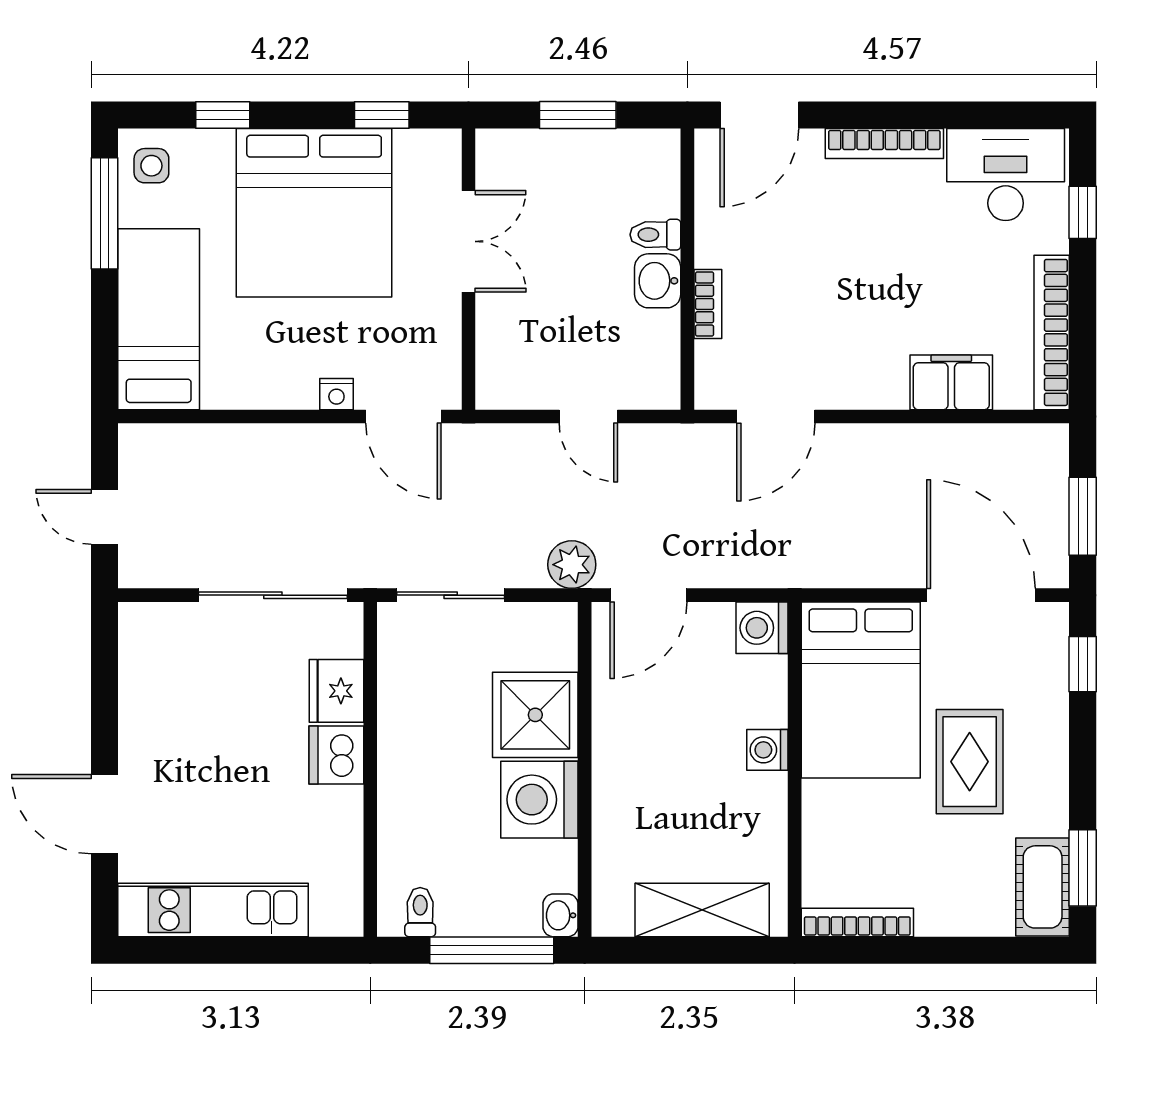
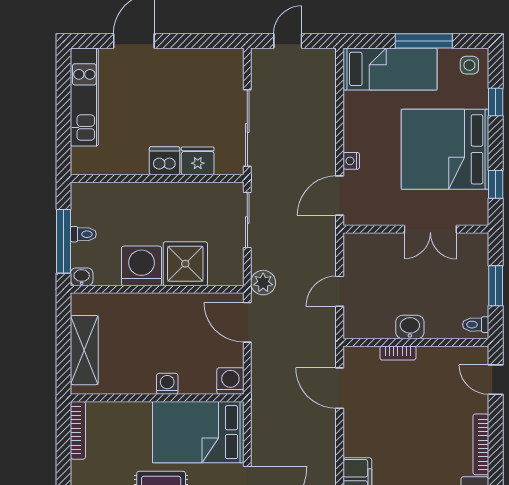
door: (759, 115) -> (496, 380), width x0.73
window: (105, 213) -> (424, 41), moved
toilet: (655, 235) -> (476, 325), moved, turned -90
toilet: (420, 912) -> (83, 234), moved

